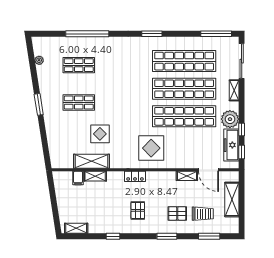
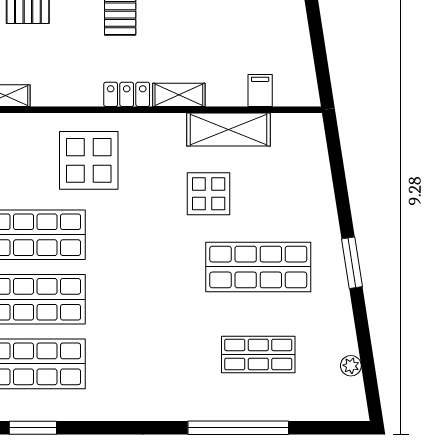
window: (152, 34) -> (33, 428), moved
shop shelf: (79, 103) -> (258, 267), width x1.43, depth x1.36
shelving: (95, 176) -> (179, 95), moved

